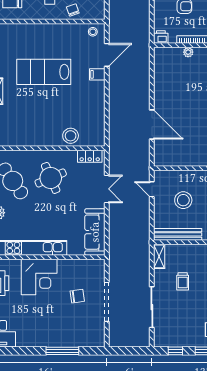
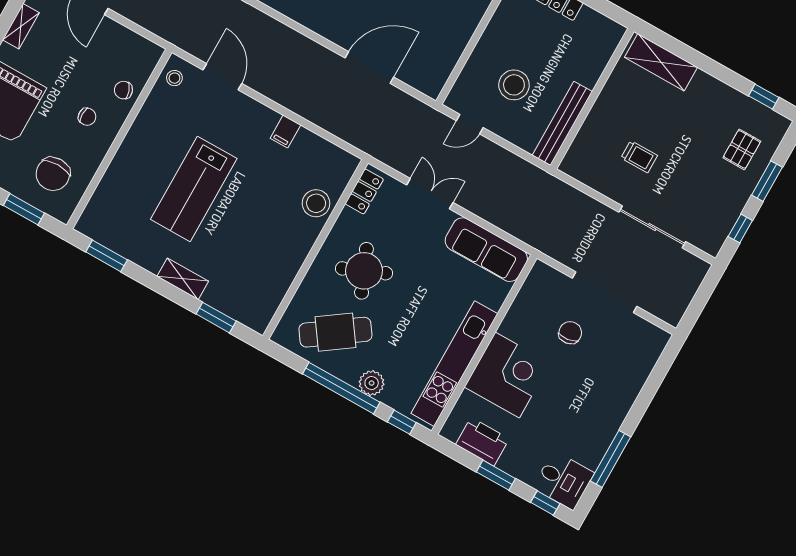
filing cabinet: (97, 74) -> (285, 132), moved
shelving: (159, 256) -> (580, 171), removed
window: (62, 351) -> (610, 459), moved

